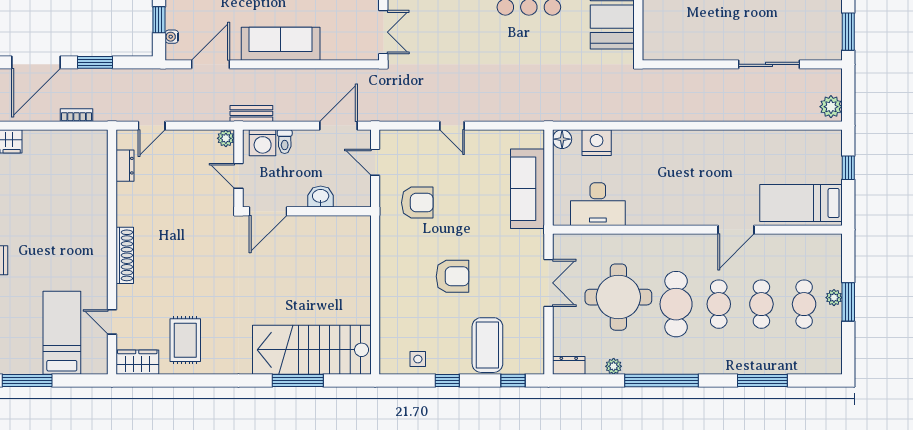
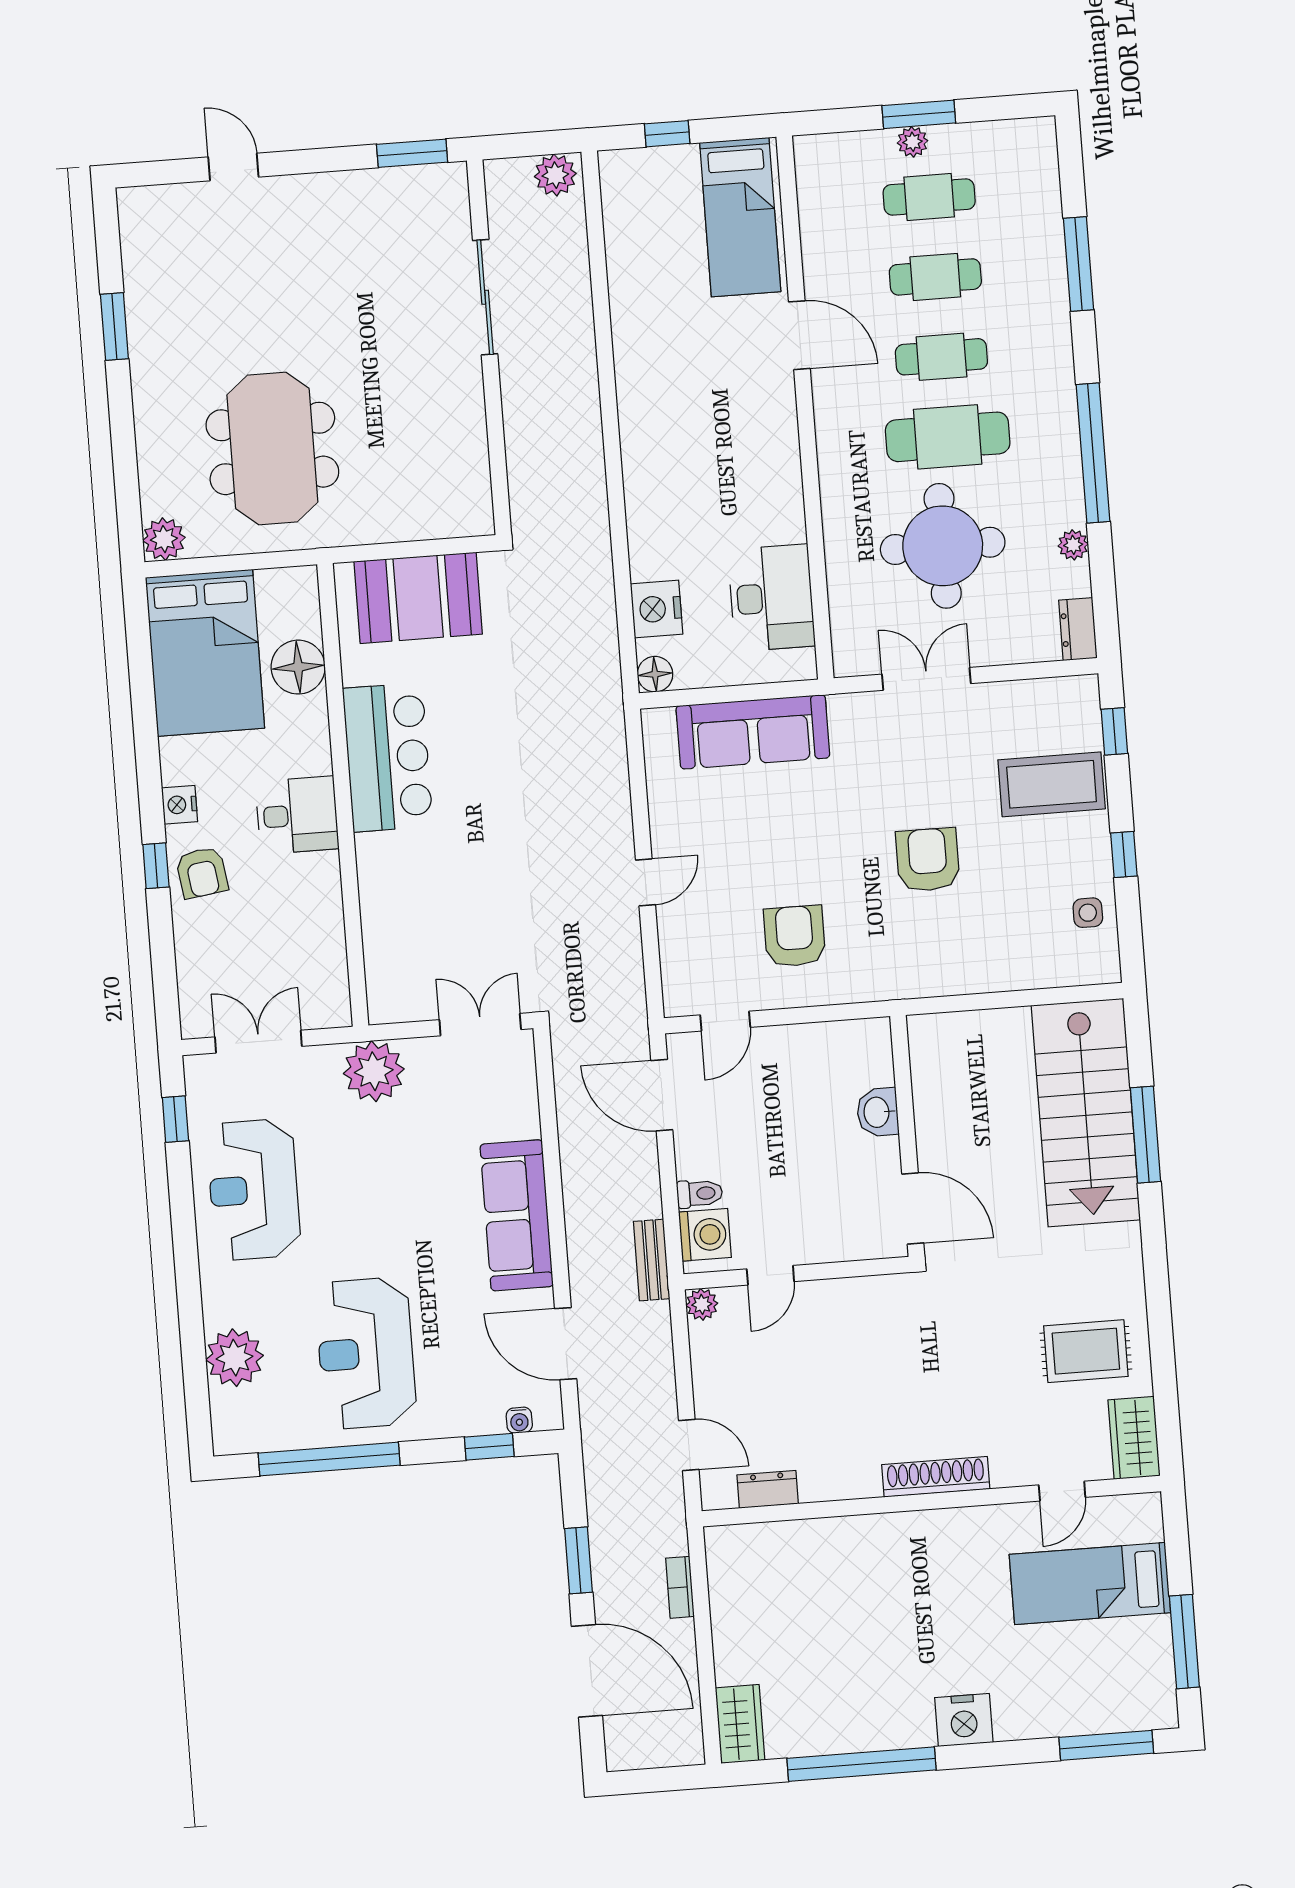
washbasin: (321, 197) -> (878, 1112), moved
door: (268, 211) -> (913, 1208), moved
wall: (307, 211) -> (907, 1136), moved

